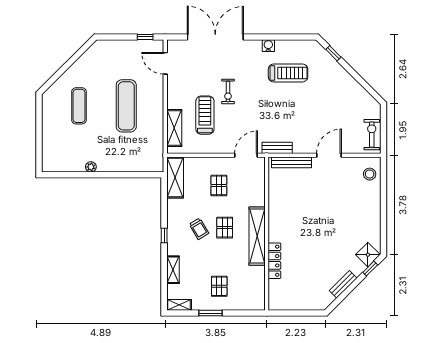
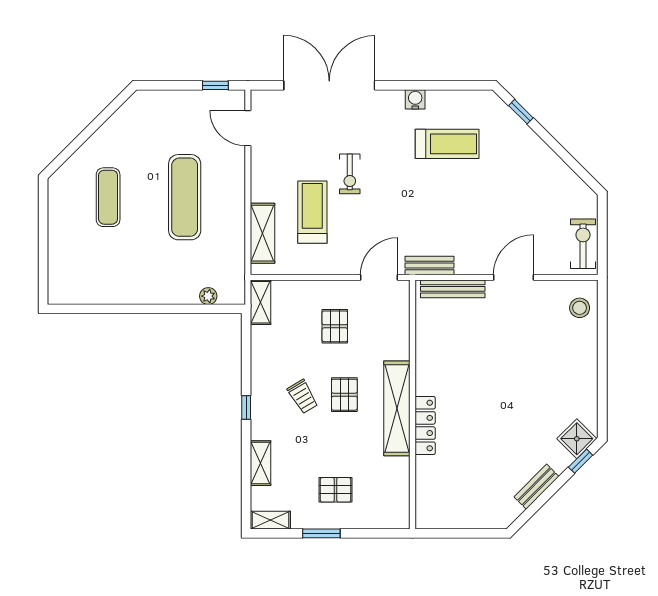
plant: (91, 167) -> (208, 296), moved
shelving: (175, 178) -> (261, 302), width x0.67, depth x0.75
locker: (274, 261) -> (425, 425), moved
pallet: (219, 286) -> (335, 490), turned 90

